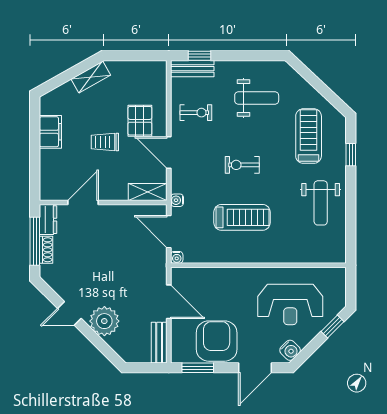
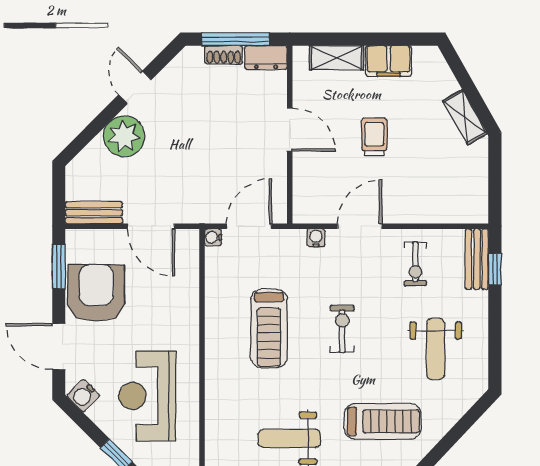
pallet: (140, 121) -> (404, 186), removed
shelving: (148, 192) -> (336, 58), moved, turned 90
water cooler: (177, 200) -> (316, 238), moved
door: (83, 203) -> (290, 130), moved
door: (169, 302) -> (151, 226), hinge flipped
armchair: (217, 341) -> (96, 293), turned -90

